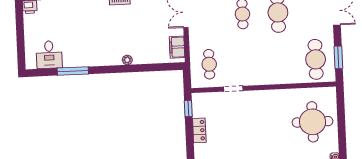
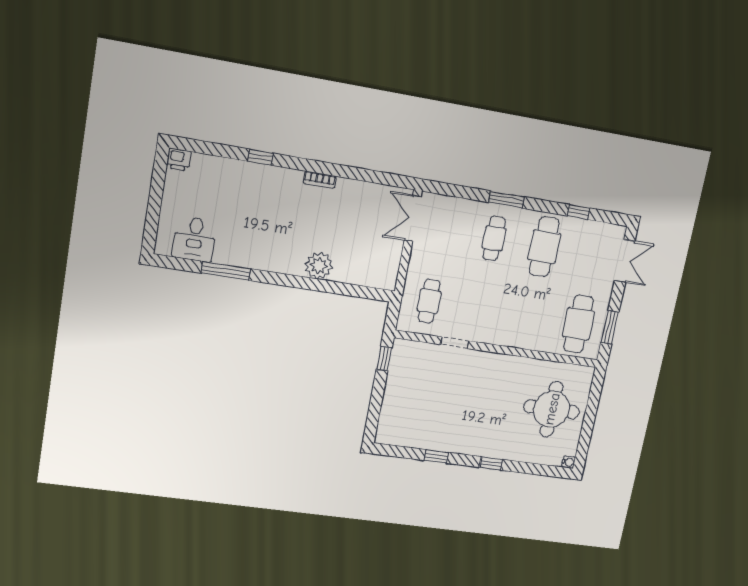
filing cabinet: (177, 47) -> (389, 267), removed
plant: (127, 60) -> (319, 266), width x1.88, depth x1.88
locker: (199, 130) -> (392, 392), removed

